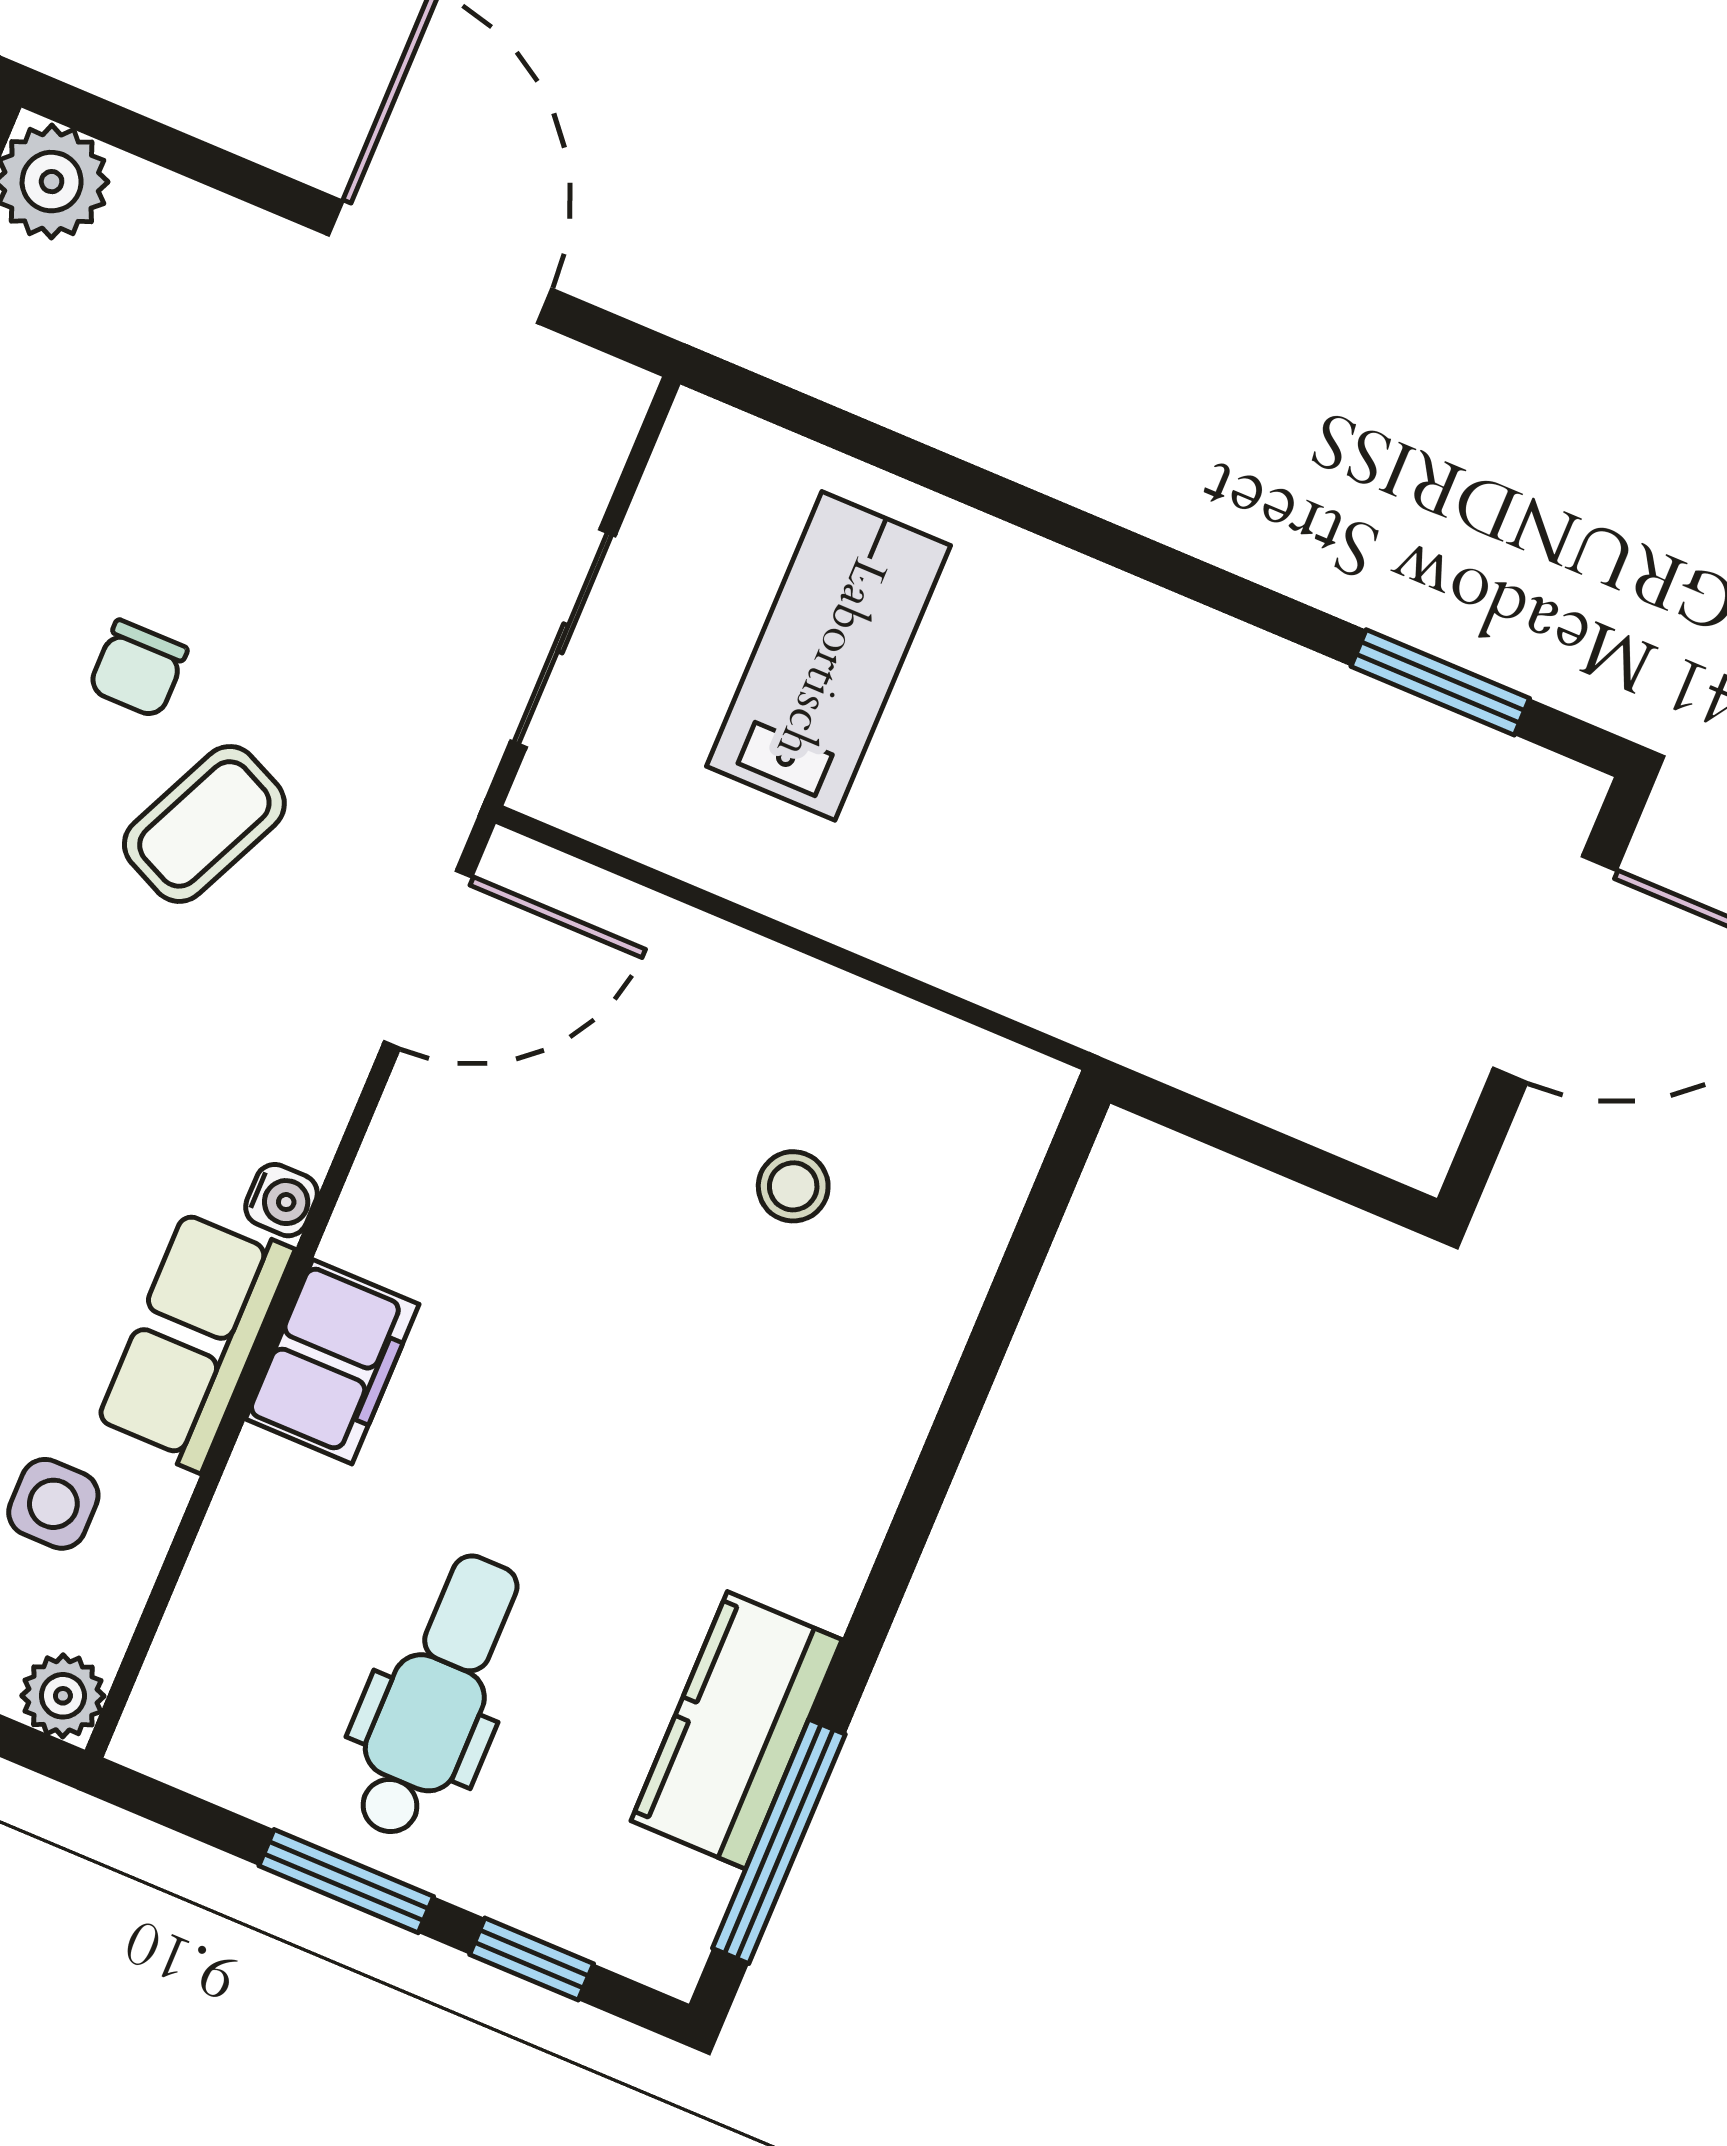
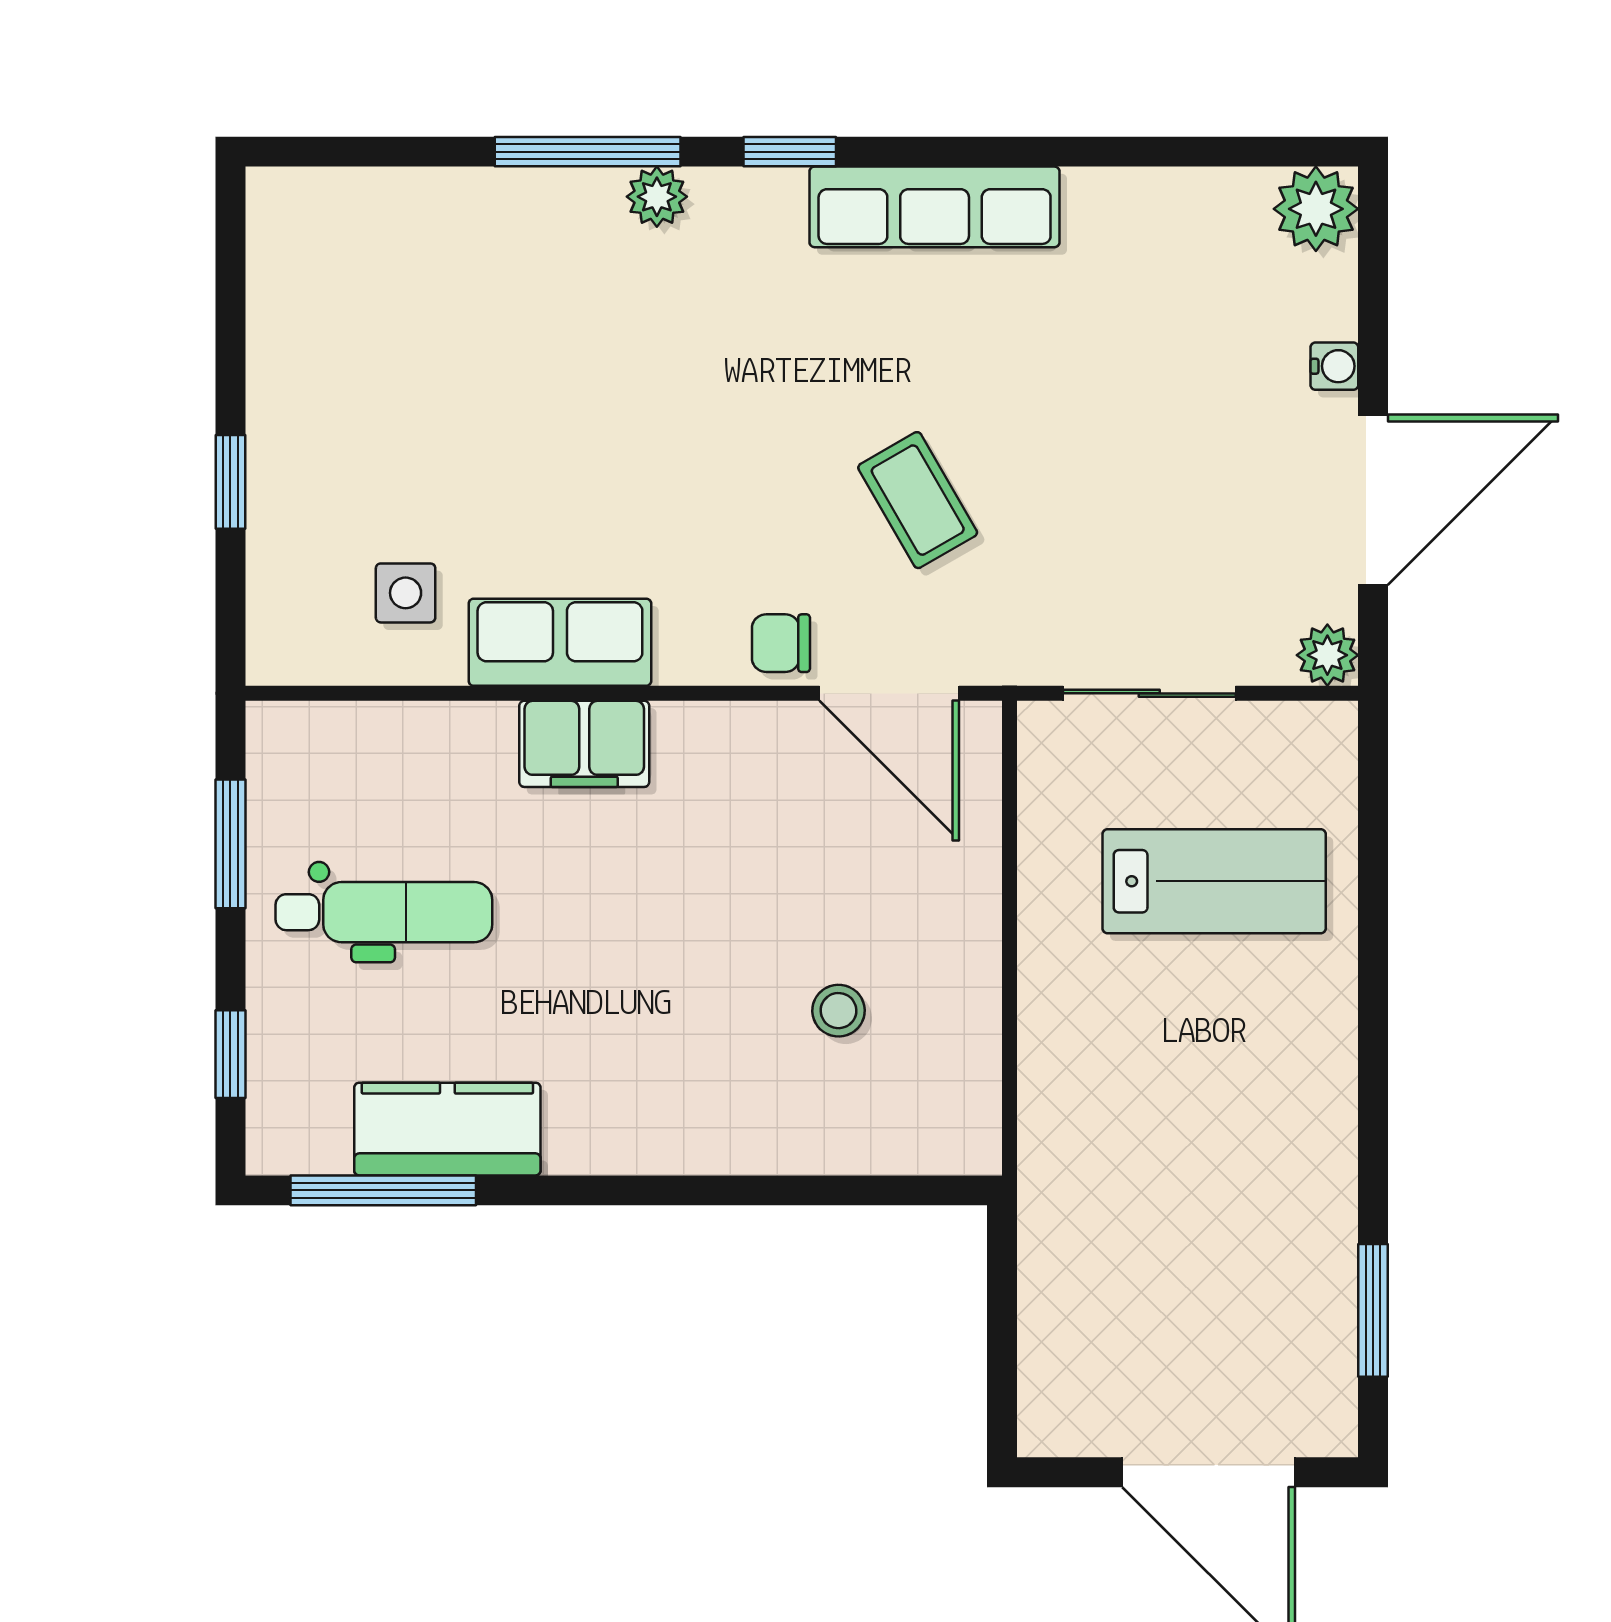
chair: (138, 669) -> (781, 643), moved
coffee table: (204, 824) -> (918, 500), turned 35
water cooler: (281, 1200) -> (1334, 366), moved, turned -90
plant: (63, 1696) -> (1327, 655), moved
window: (346, 1881) -> (230, 844), moved

